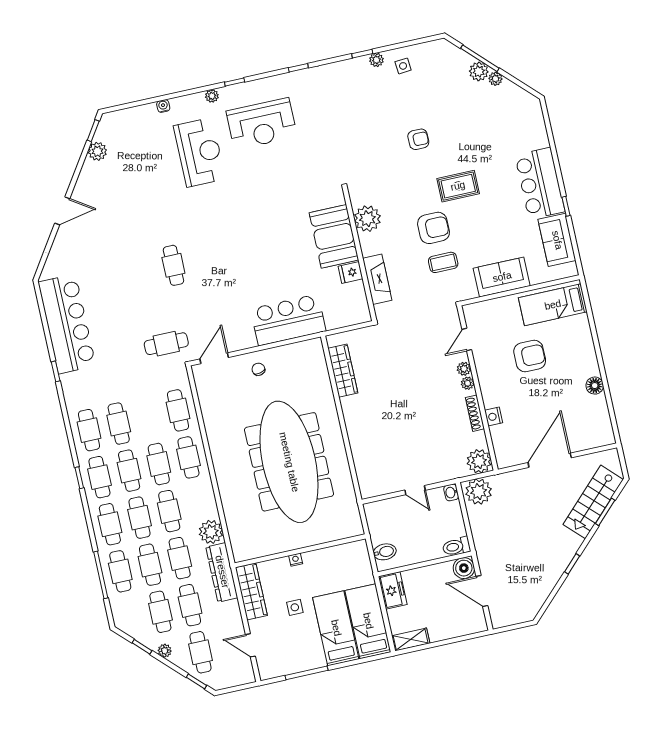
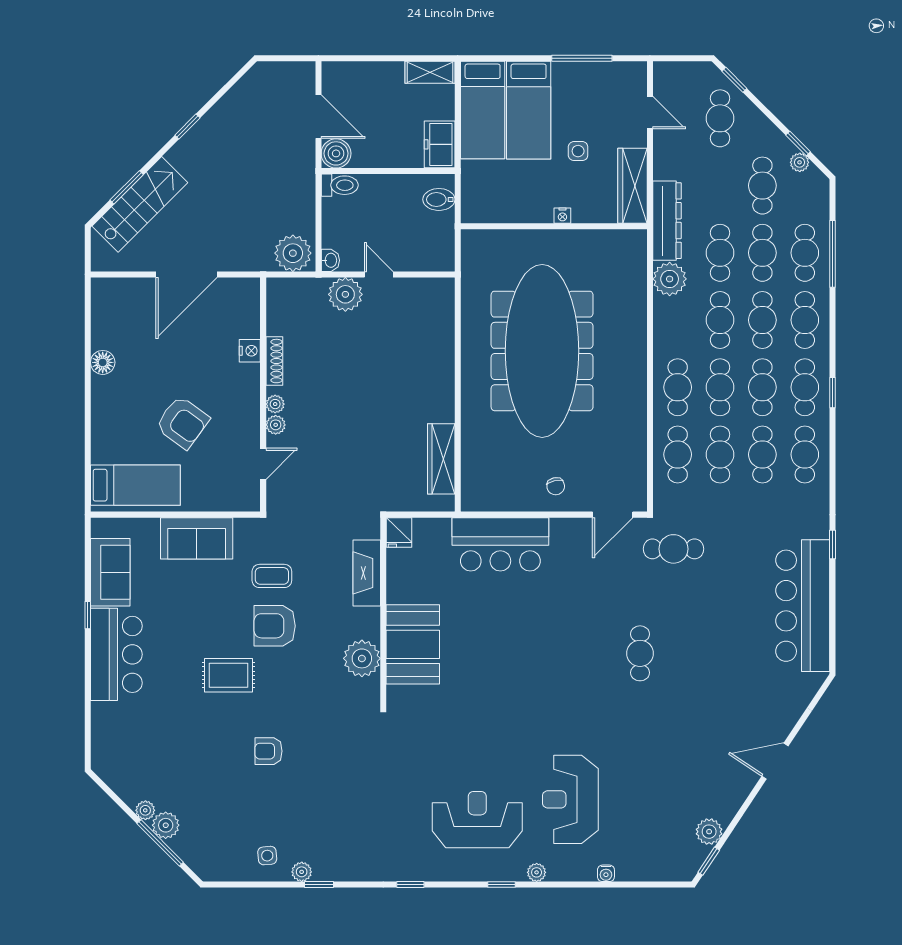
fridge: (351, 272) -> (399, 532), moved, turned 90
armchair: (530, 356) -> (182, 422), turned -144
plant: (479, 461) -> (345, 294), moved
cafe table: (190, 605) -> (720, 454), moved
plant: (165, 651) -> (800, 162), moved

